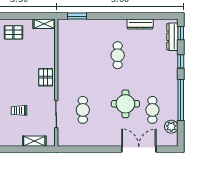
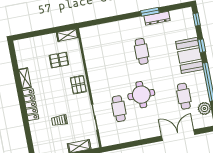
window: (77, 16) -> (150, 12), moved
pallet: (13, 32) -> (59, 60), moved
dresser: (172, 37) -> (190, 24), removed
booth: (166, 69) -> (189, 55), added
round table: (125, 104) -> (141, 95), moved

